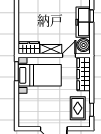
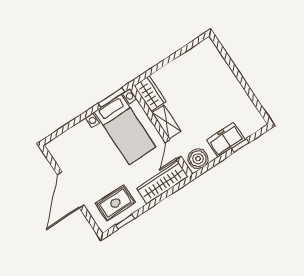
freezer: (83, 22) -> (226, 140), width x0.71
door: (69, 56) -> (173, 150), swing flipped

